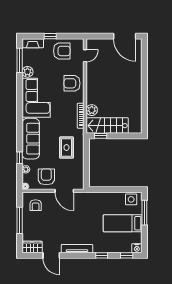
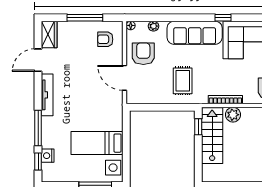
rug: (66, 148) -> (183, 81), turned 90
window: (20, 158) -> (223, 18), moved
armchair: (46, 177) -> (143, 54), turned -90
door: (64, 191) -> (125, 78), hinge flipped
bed: (123, 223) -> (97, 143), moved, turned -90
nightstand: (137, 248) -> (48, 156), moved
window: (102, 255) -> (38, 128), width x2.17

